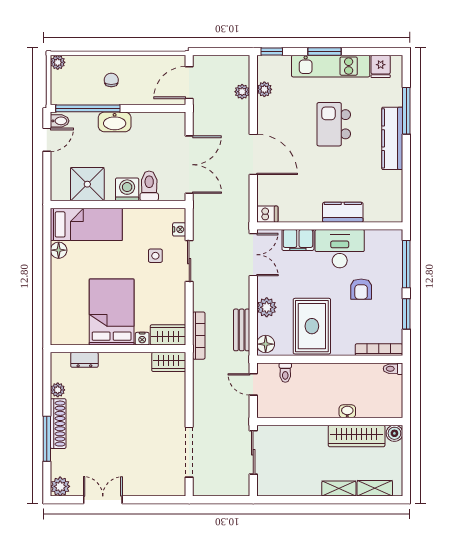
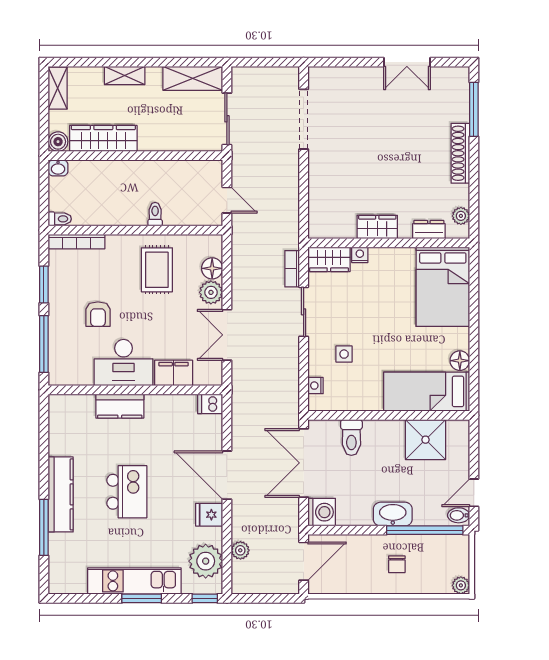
fridge: (381, 66) -> (209, 515), moved, turned -90
plant: (264, 89) -> (206, 561), width x1.88, depth x1.88
kitchen island: (334, 124) -> (127, 492), moved
washing machine: (127, 189) -> (322, 512), moved, turned -90
double door: (253, 255) -> (227, 335), moved
sliding door: (189, 261) -> (304, 312), moved
armchair: (361, 289) -> (98, 314), turned 180
bed: (112, 312) -> (443, 287), moved
rug: (312, 326) -> (157, 270), width x0.73, depth x0.70
bench: (242, 330) -> (241, 265), removed
bookcase: (199, 336) -> (292, 269), width x0.64
floor lamp: (266, 344) -> (212, 268), moved
wardrobe: (169, 362) -> (377, 227), moved
toilet: (285, 373) -> (155, 214), moved
plant: (58, 390) -> (461, 216), moved
washbasin: (347, 411) -> (58, 168), moved
window: (47, 439) -> (474, 109), moved
plant: (60, 486) -> (458, 78), removed
shelving: (282, 486) -> (193, 78), added
shelving: (375, 488) -> (58, 88), moved, turned 90

